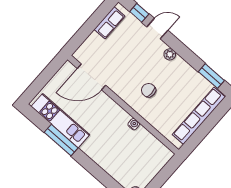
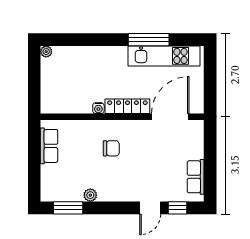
plant: (170, 54) -> (90, 195), moved
locker: (114, 109) -> (127, 106), added
row of seats: (199, 116) -> (49, 146), width x0.50

